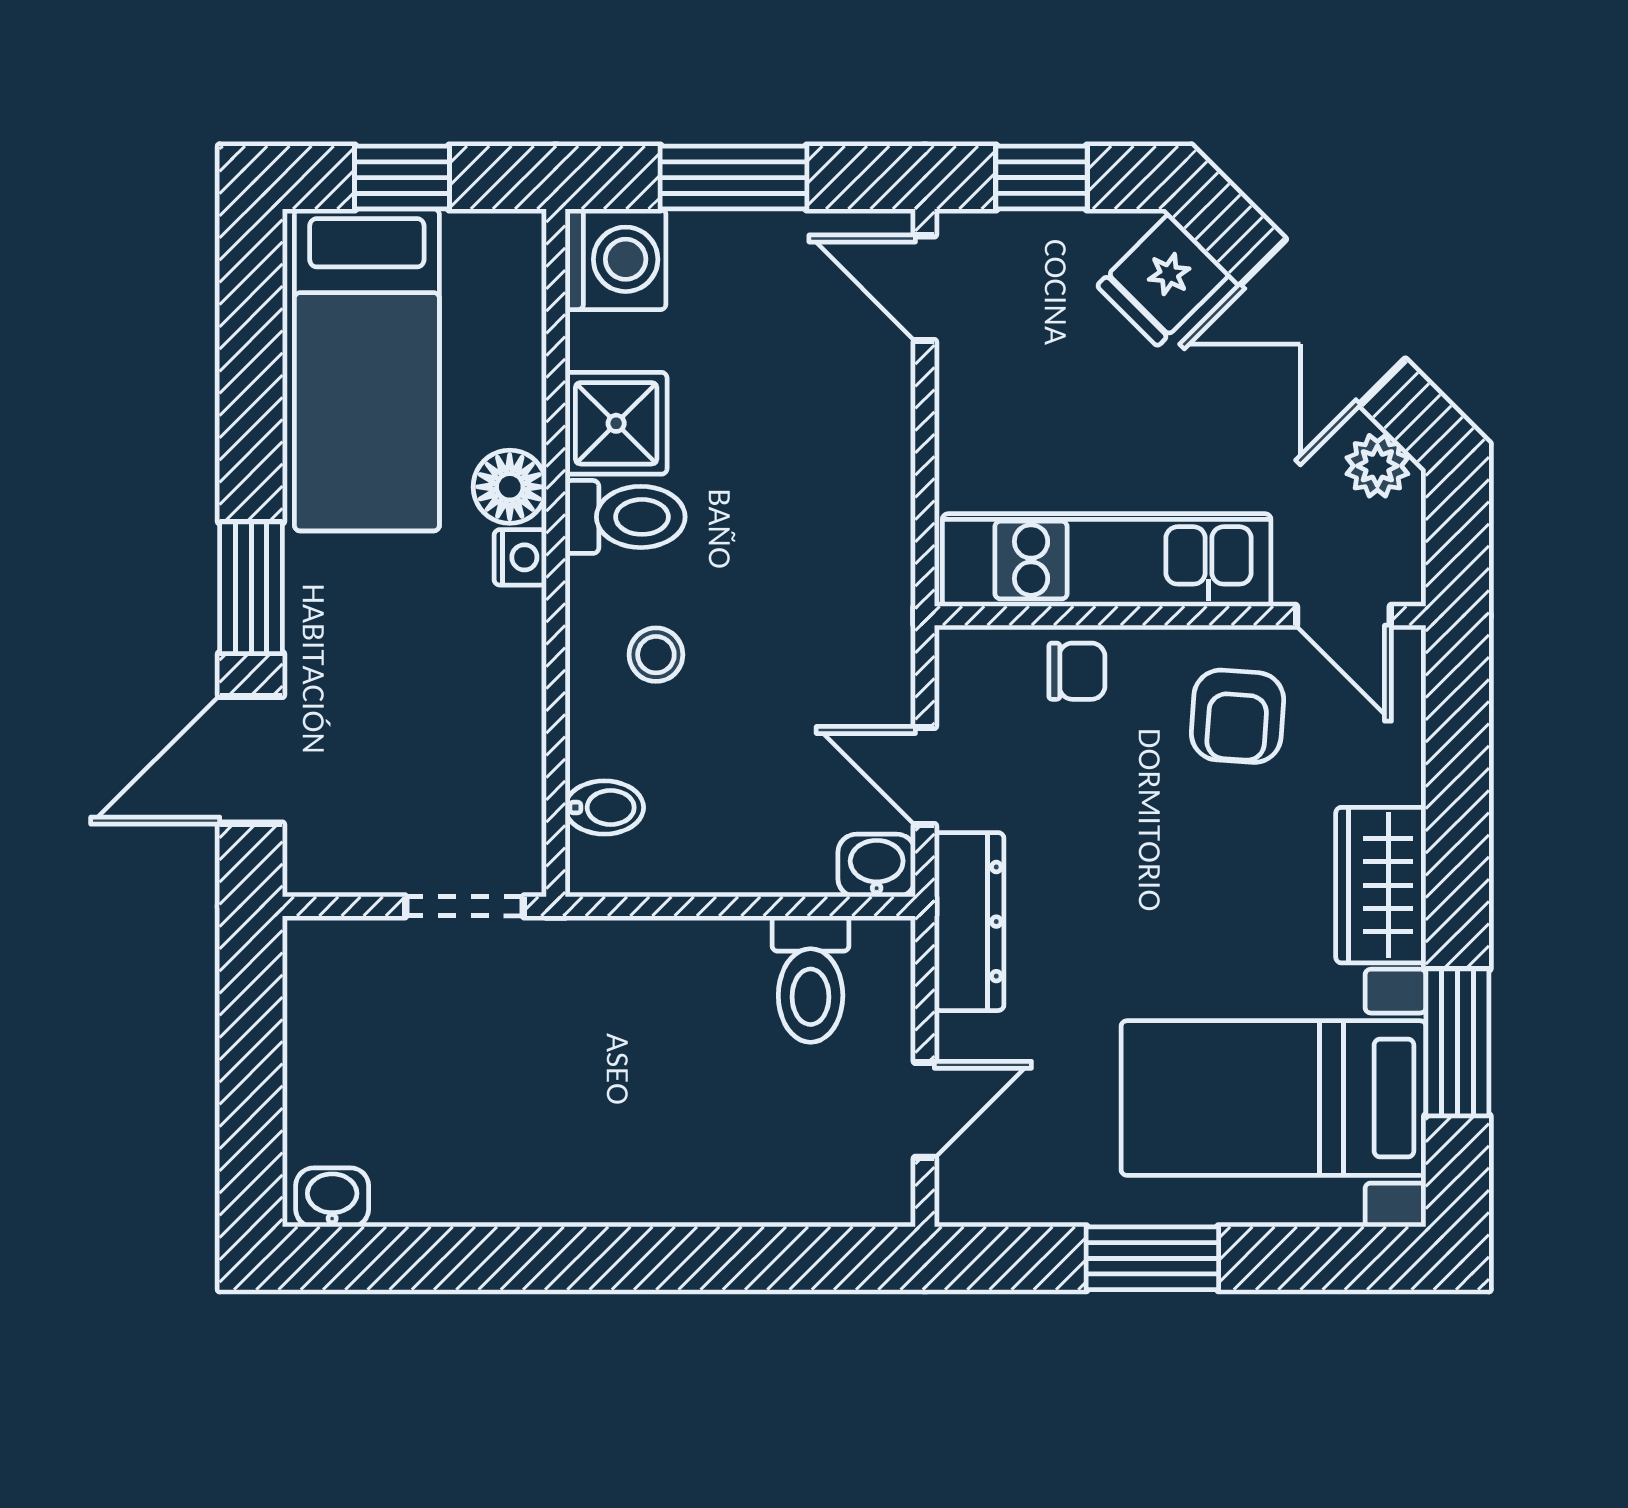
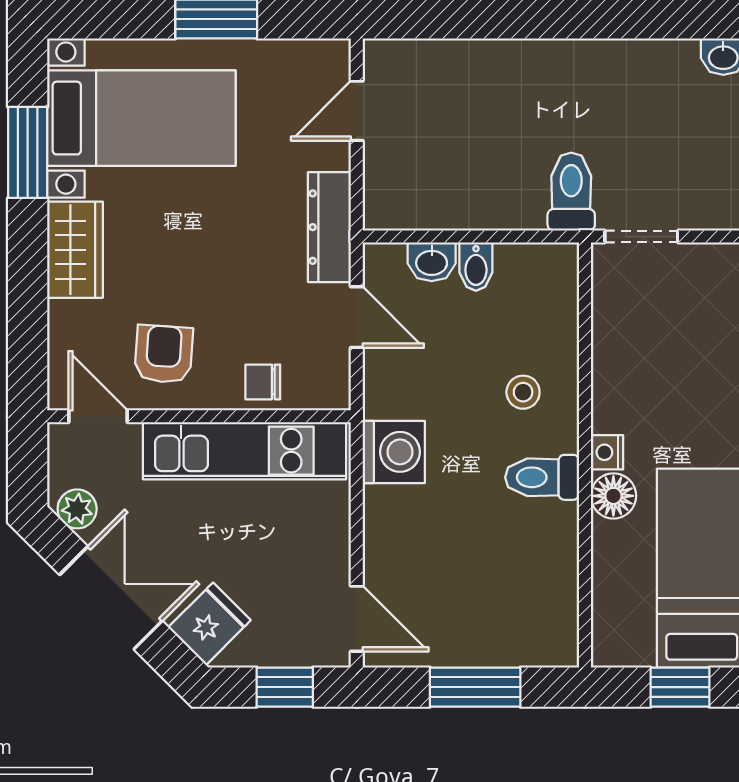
washing machine: (616, 259) -> (394, 452), moved, turned 180
shower: (616, 423) -> (548, 535), removed
bidet: (604, 808) -> (476, 267), moved, turned -90
washbasin: (877, 866) -> (432, 262), moved
toilet: (811, 979) -> (571, 192), moved

